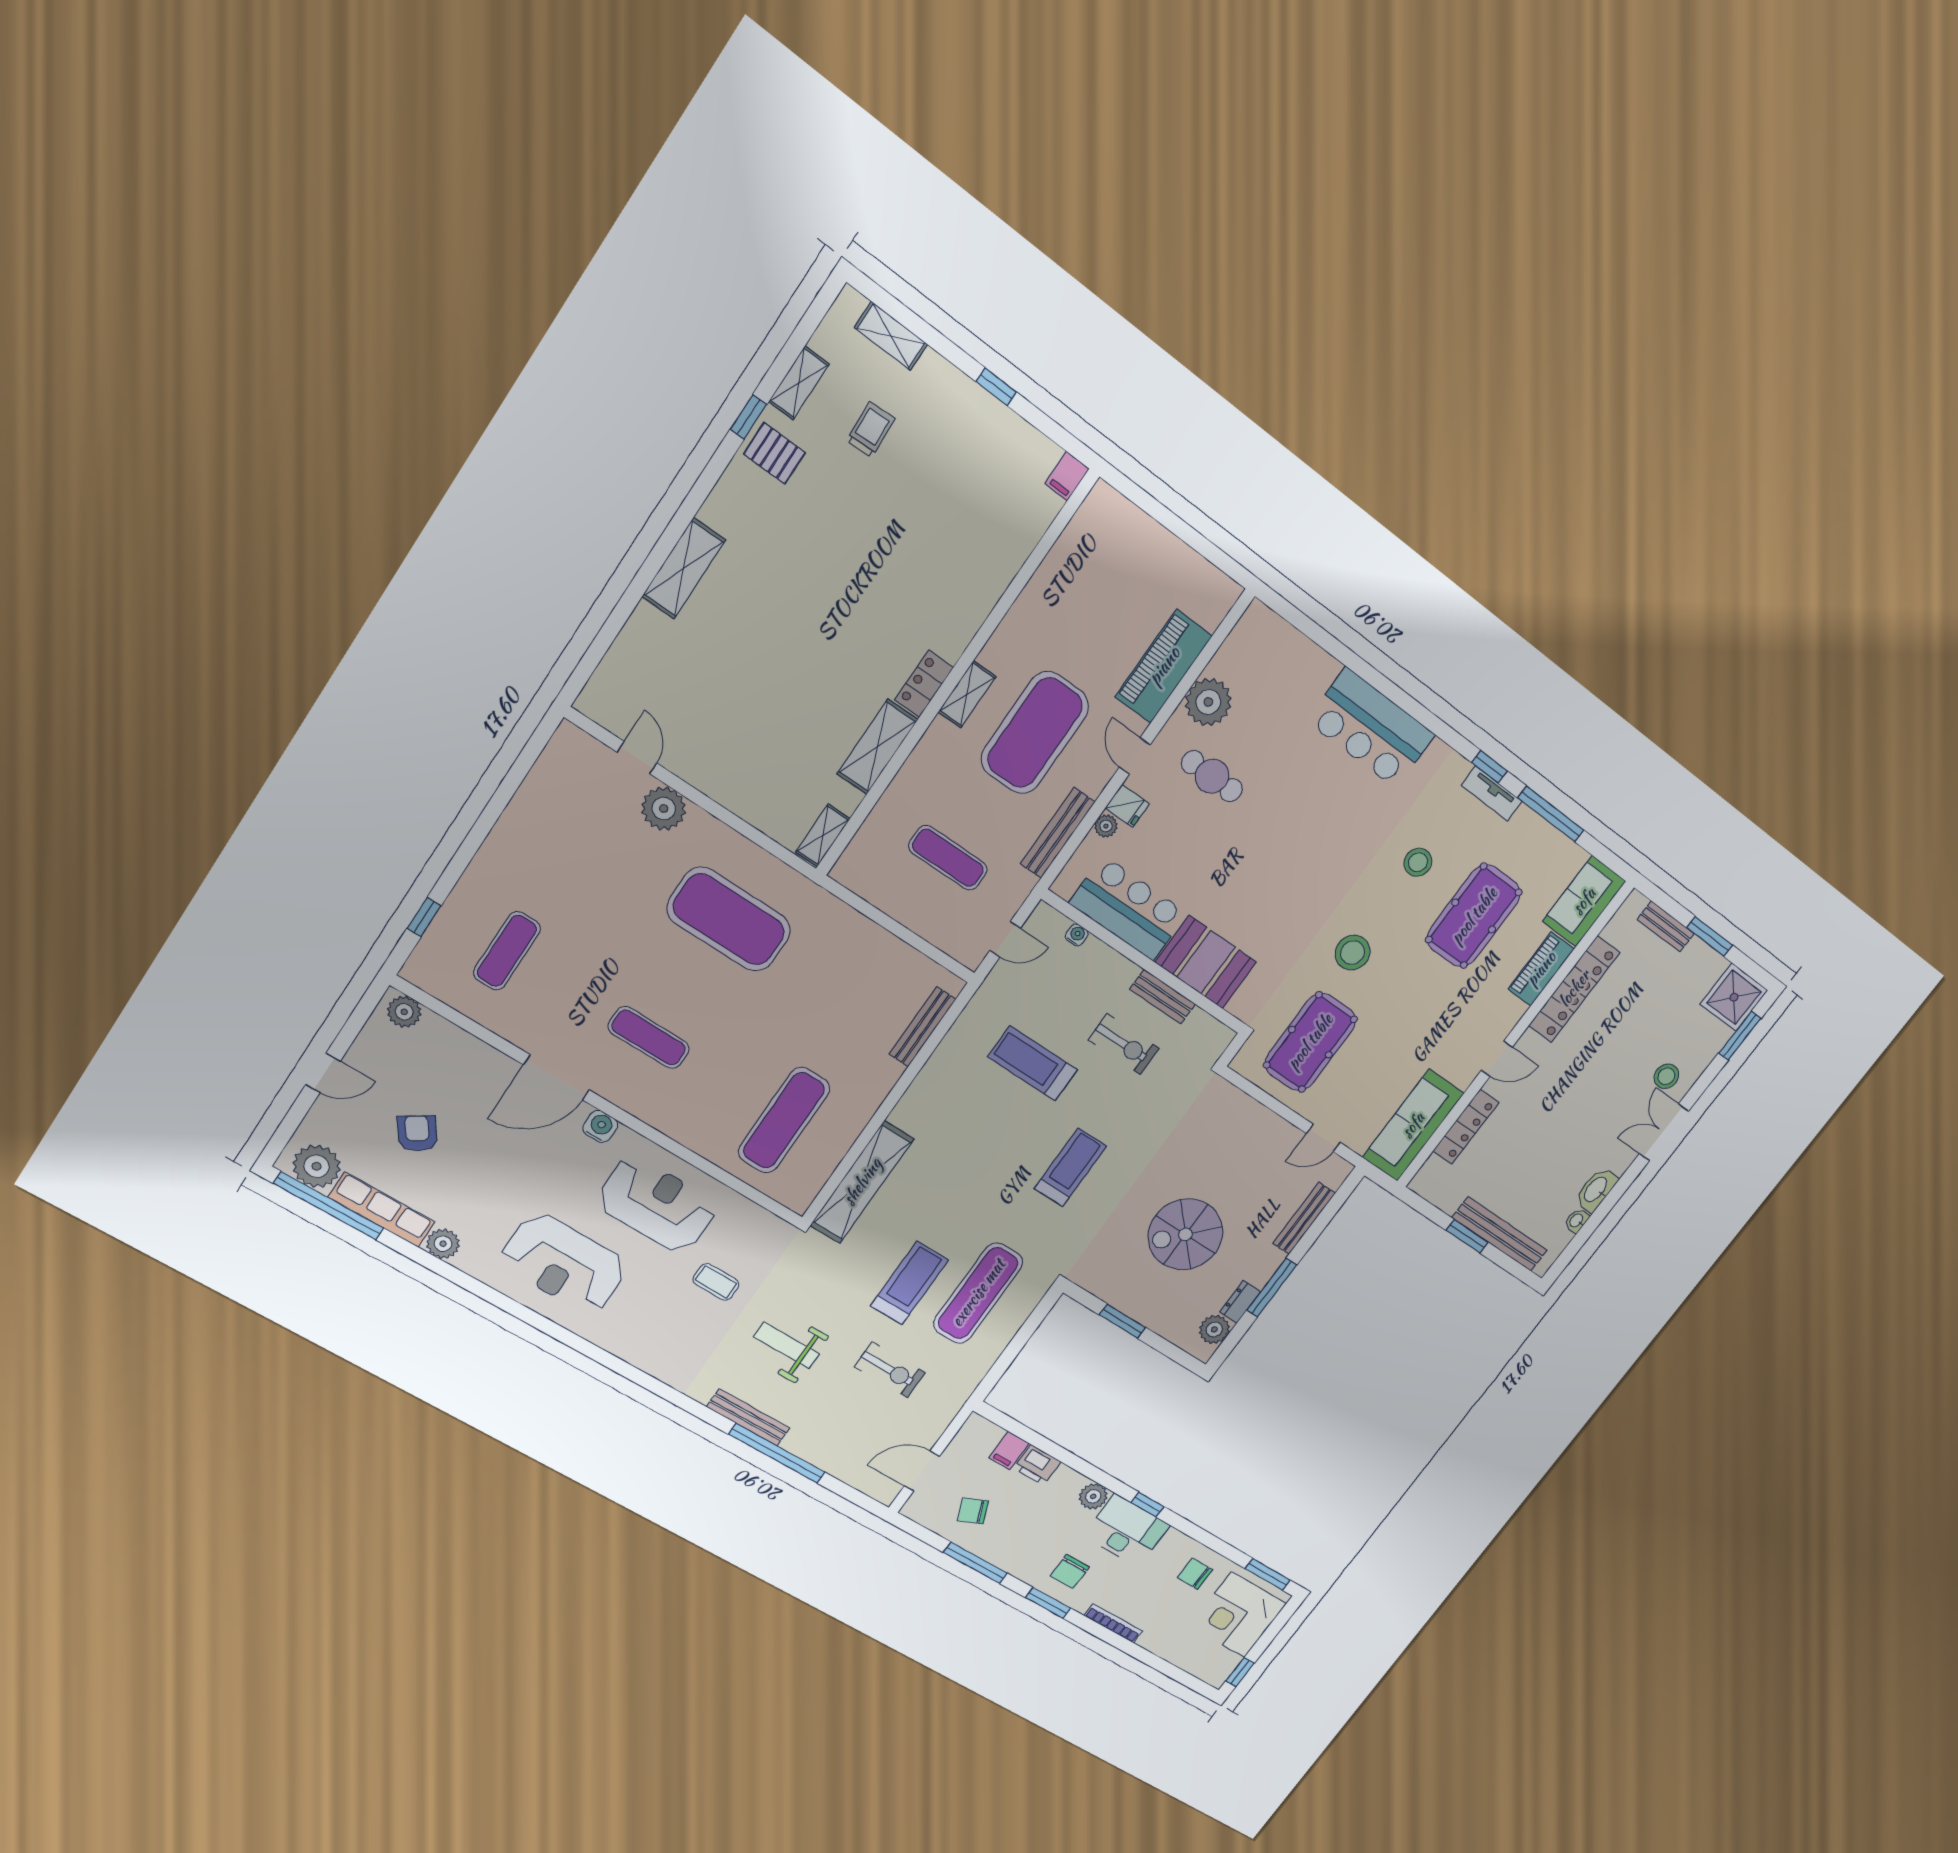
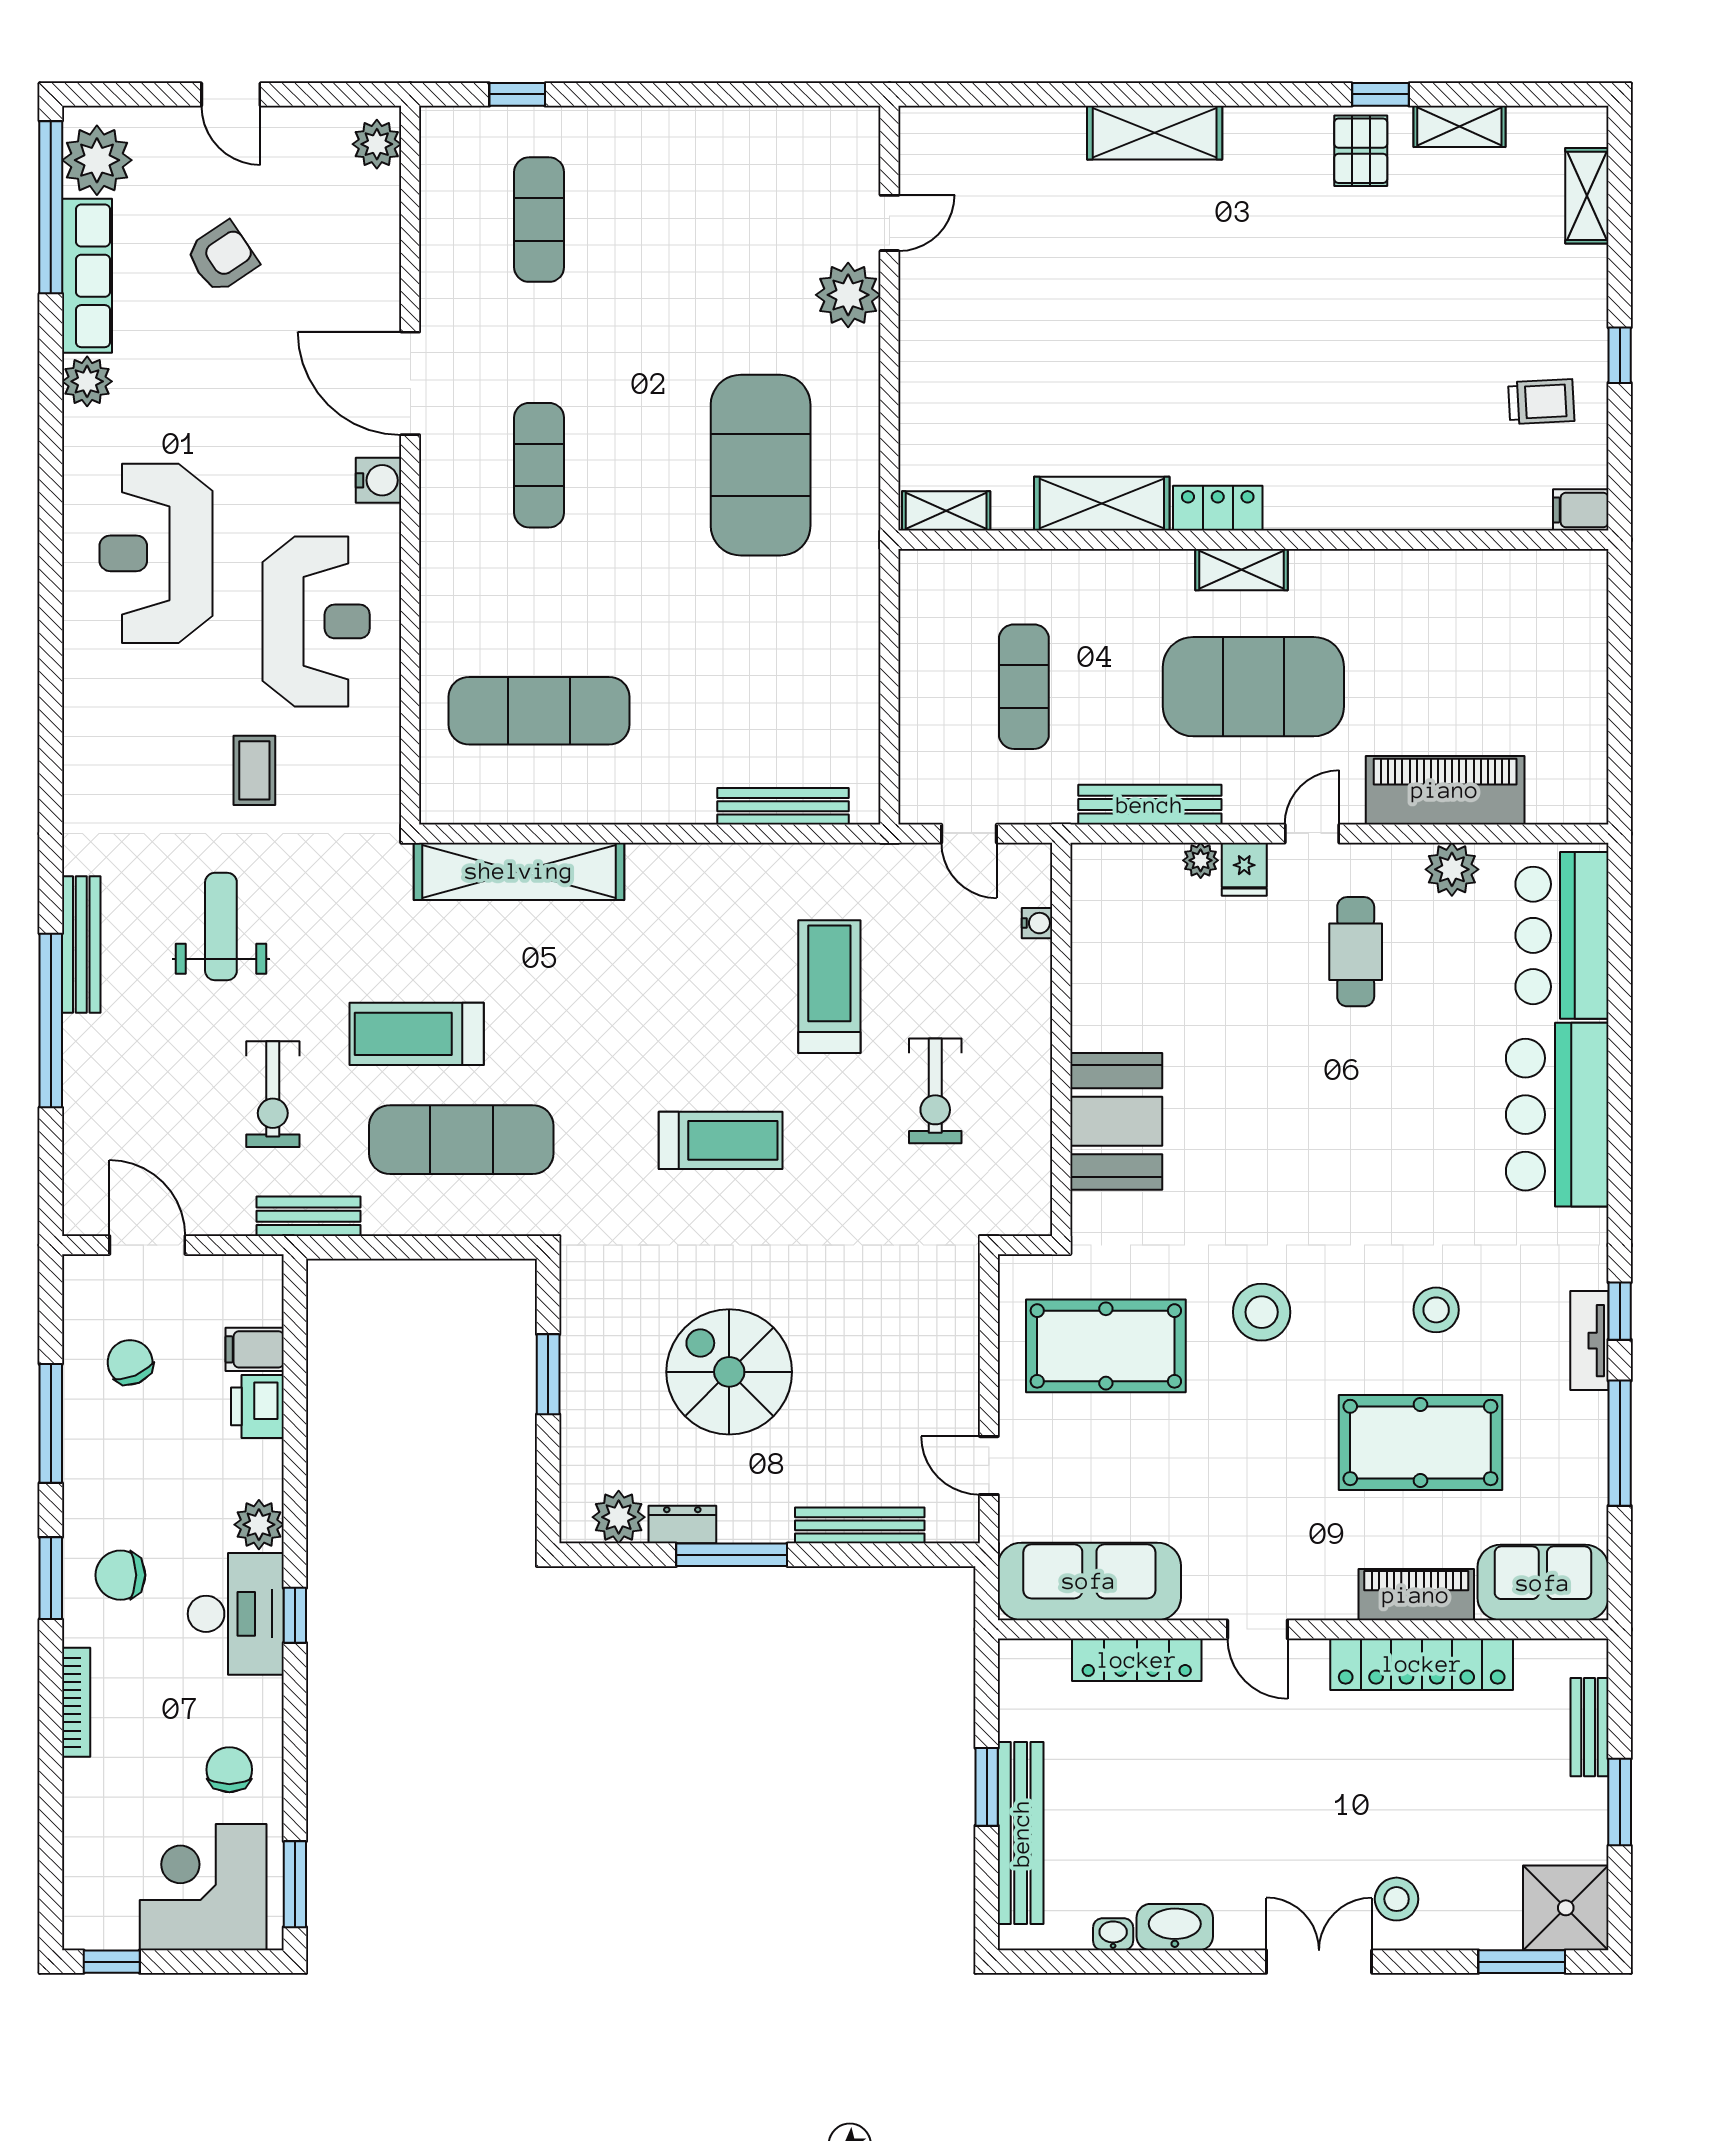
trolley: (871, 430) -> (1541, 402), moved
plant: (1208, 702) -> (1452, 869), width x0.73, depth x0.73
bar counter: (1128, 908) -> (1562, 935), moved, turned 180
exercise mat: (507, 951) -> (539, 220), turned 90
bench: (1163, 997) -> (308, 1216), moved, turned 90
treadmill: (909, 1283) -> (417, 1034), turned 180

